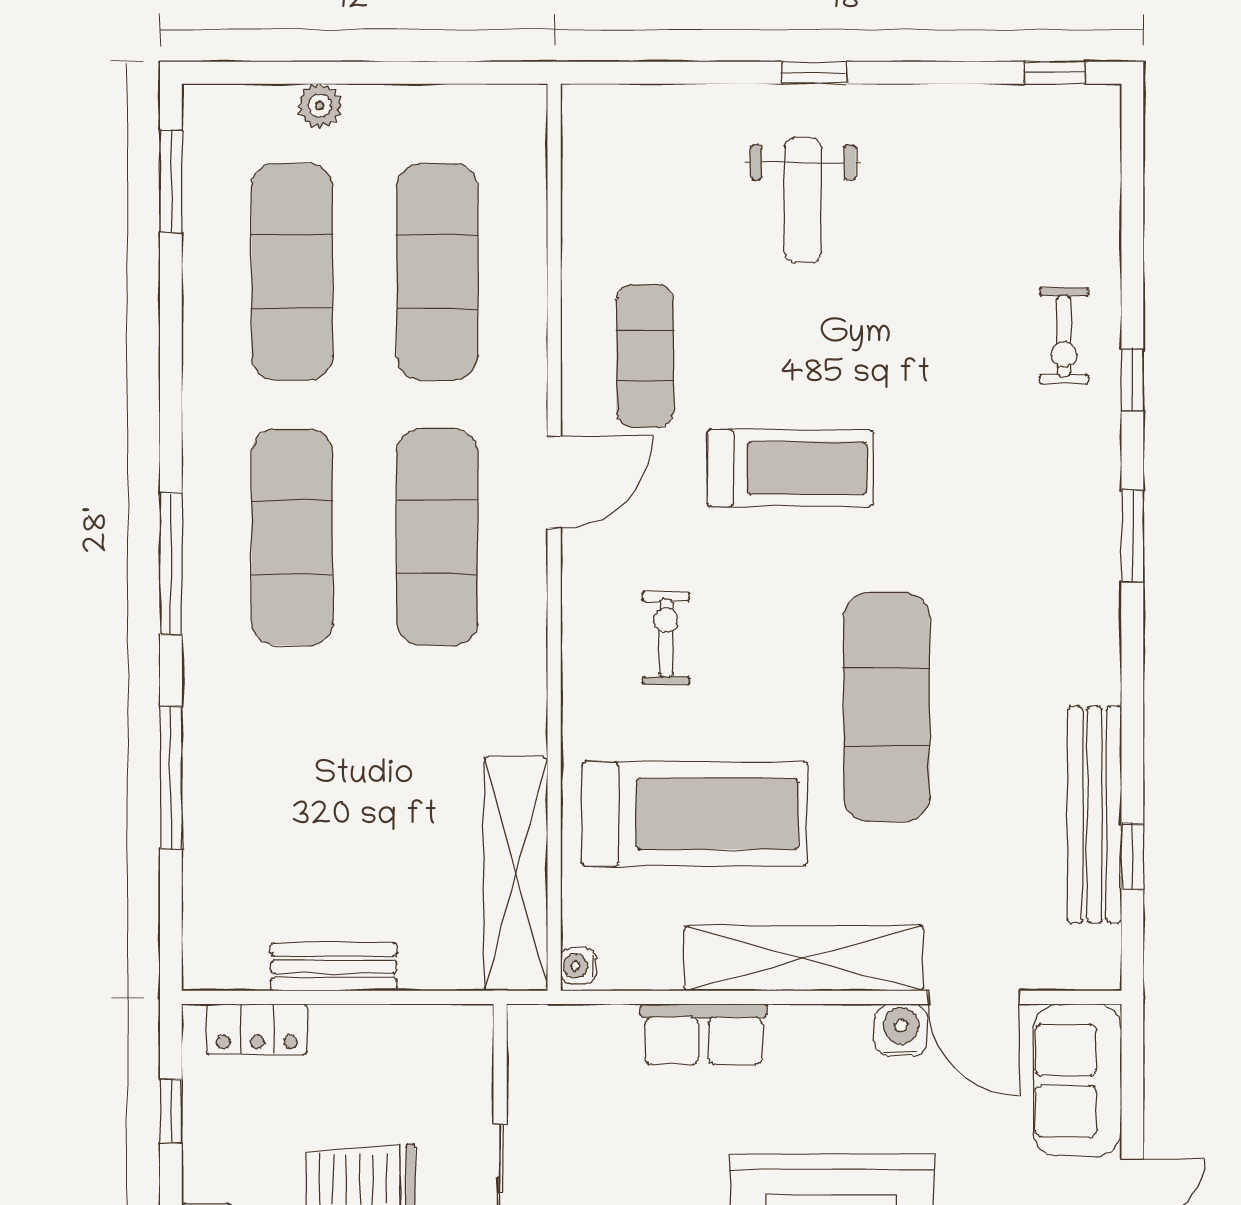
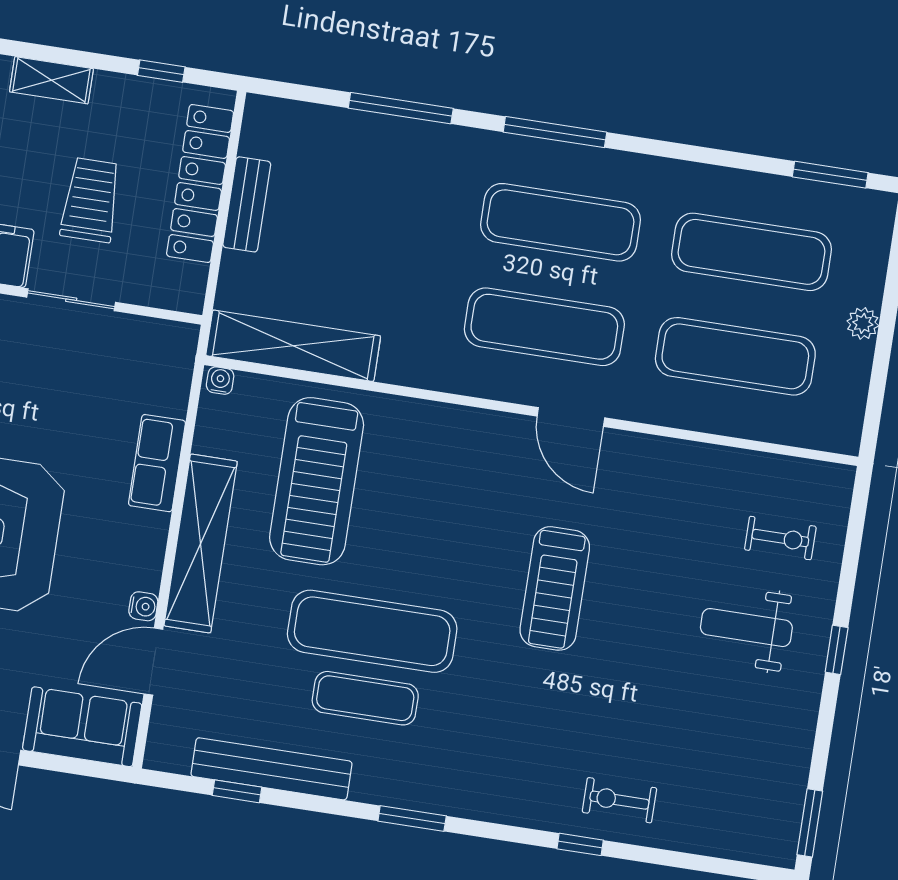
window: (1055, 73) -> (810, 823), width x1.50
plant: (320, 106) -> (863, 323), moved
exercise mat: (645, 356) -> (365, 698), moved
window: (1132, 536) -> (412, 818), moved
exercise bike: (666, 638) -> (780, 538), moved
locker: (257, 1029) -> (200, 184), width x2.16, depth x1.21
water cooler: (901, 1030) -> (143, 606), width x0.72, depth x0.72

